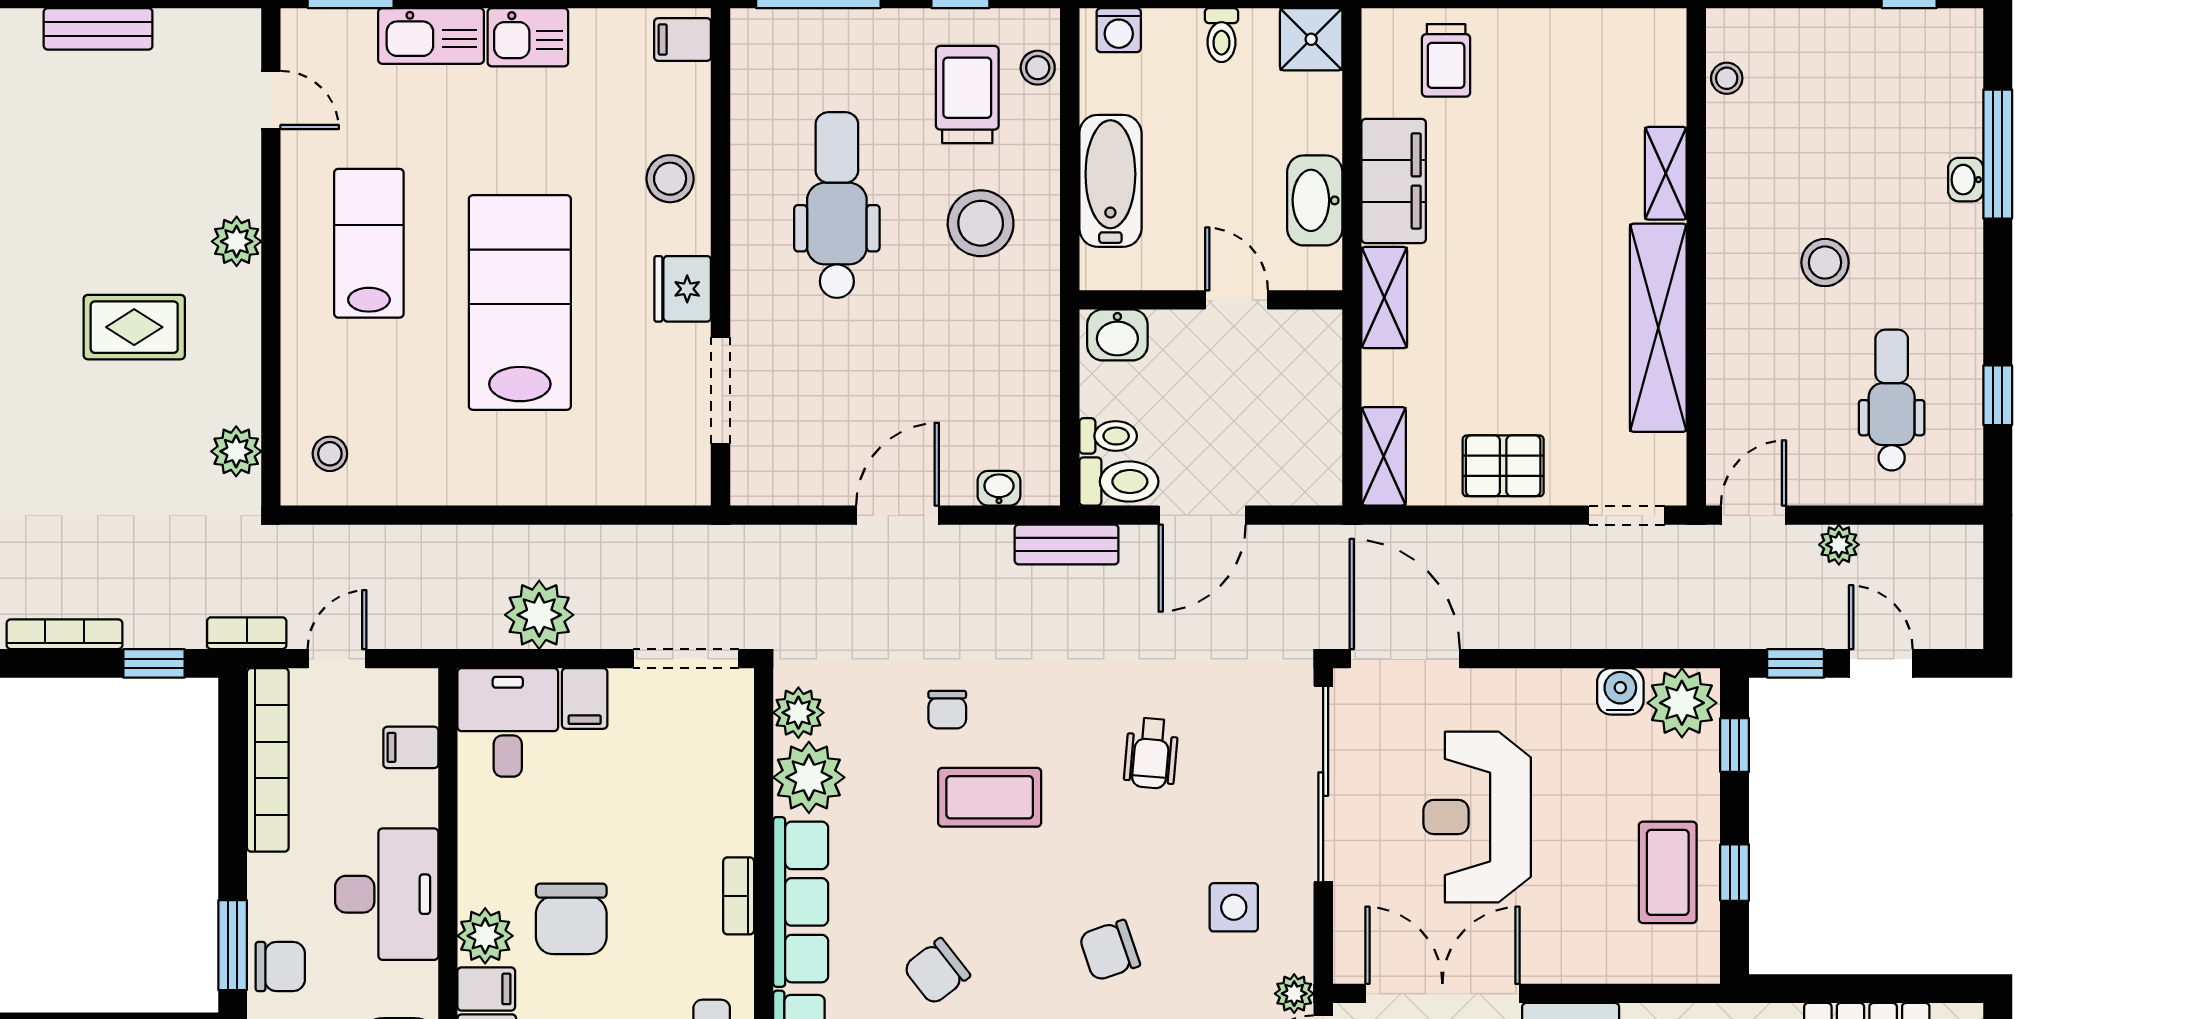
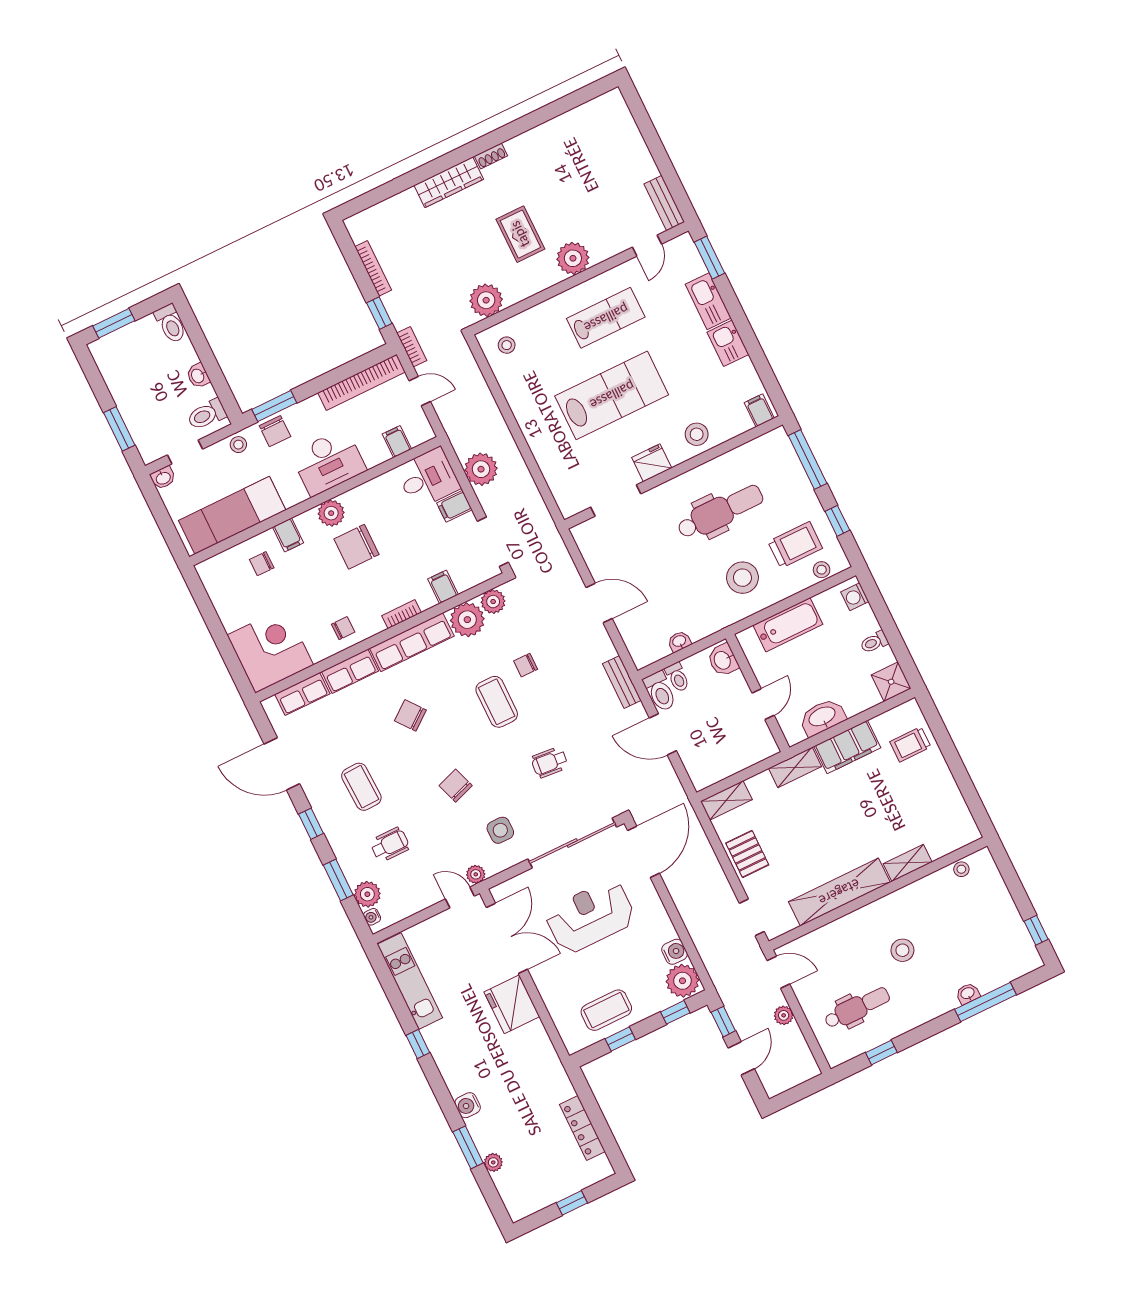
bench: (98, 29) -> (664, 203), moved
plant: (237, 241) -> (573, 258), width x1.36, depth x1.36
plant: (236, 451) -> (486, 300), width x1.36, depth x1.36
washbasin: (999, 488) -> (679, 641), moved, turned -90
filing cabinet: (486, 989) -> (443, 587), moved, turned 180

